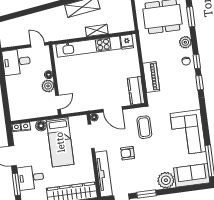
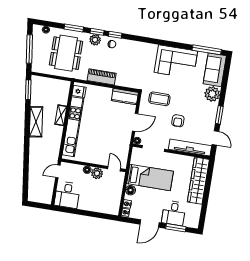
piano: (151, 77) -> (102, 77), moved
window: (200, 83) -> (97, 32), moved

